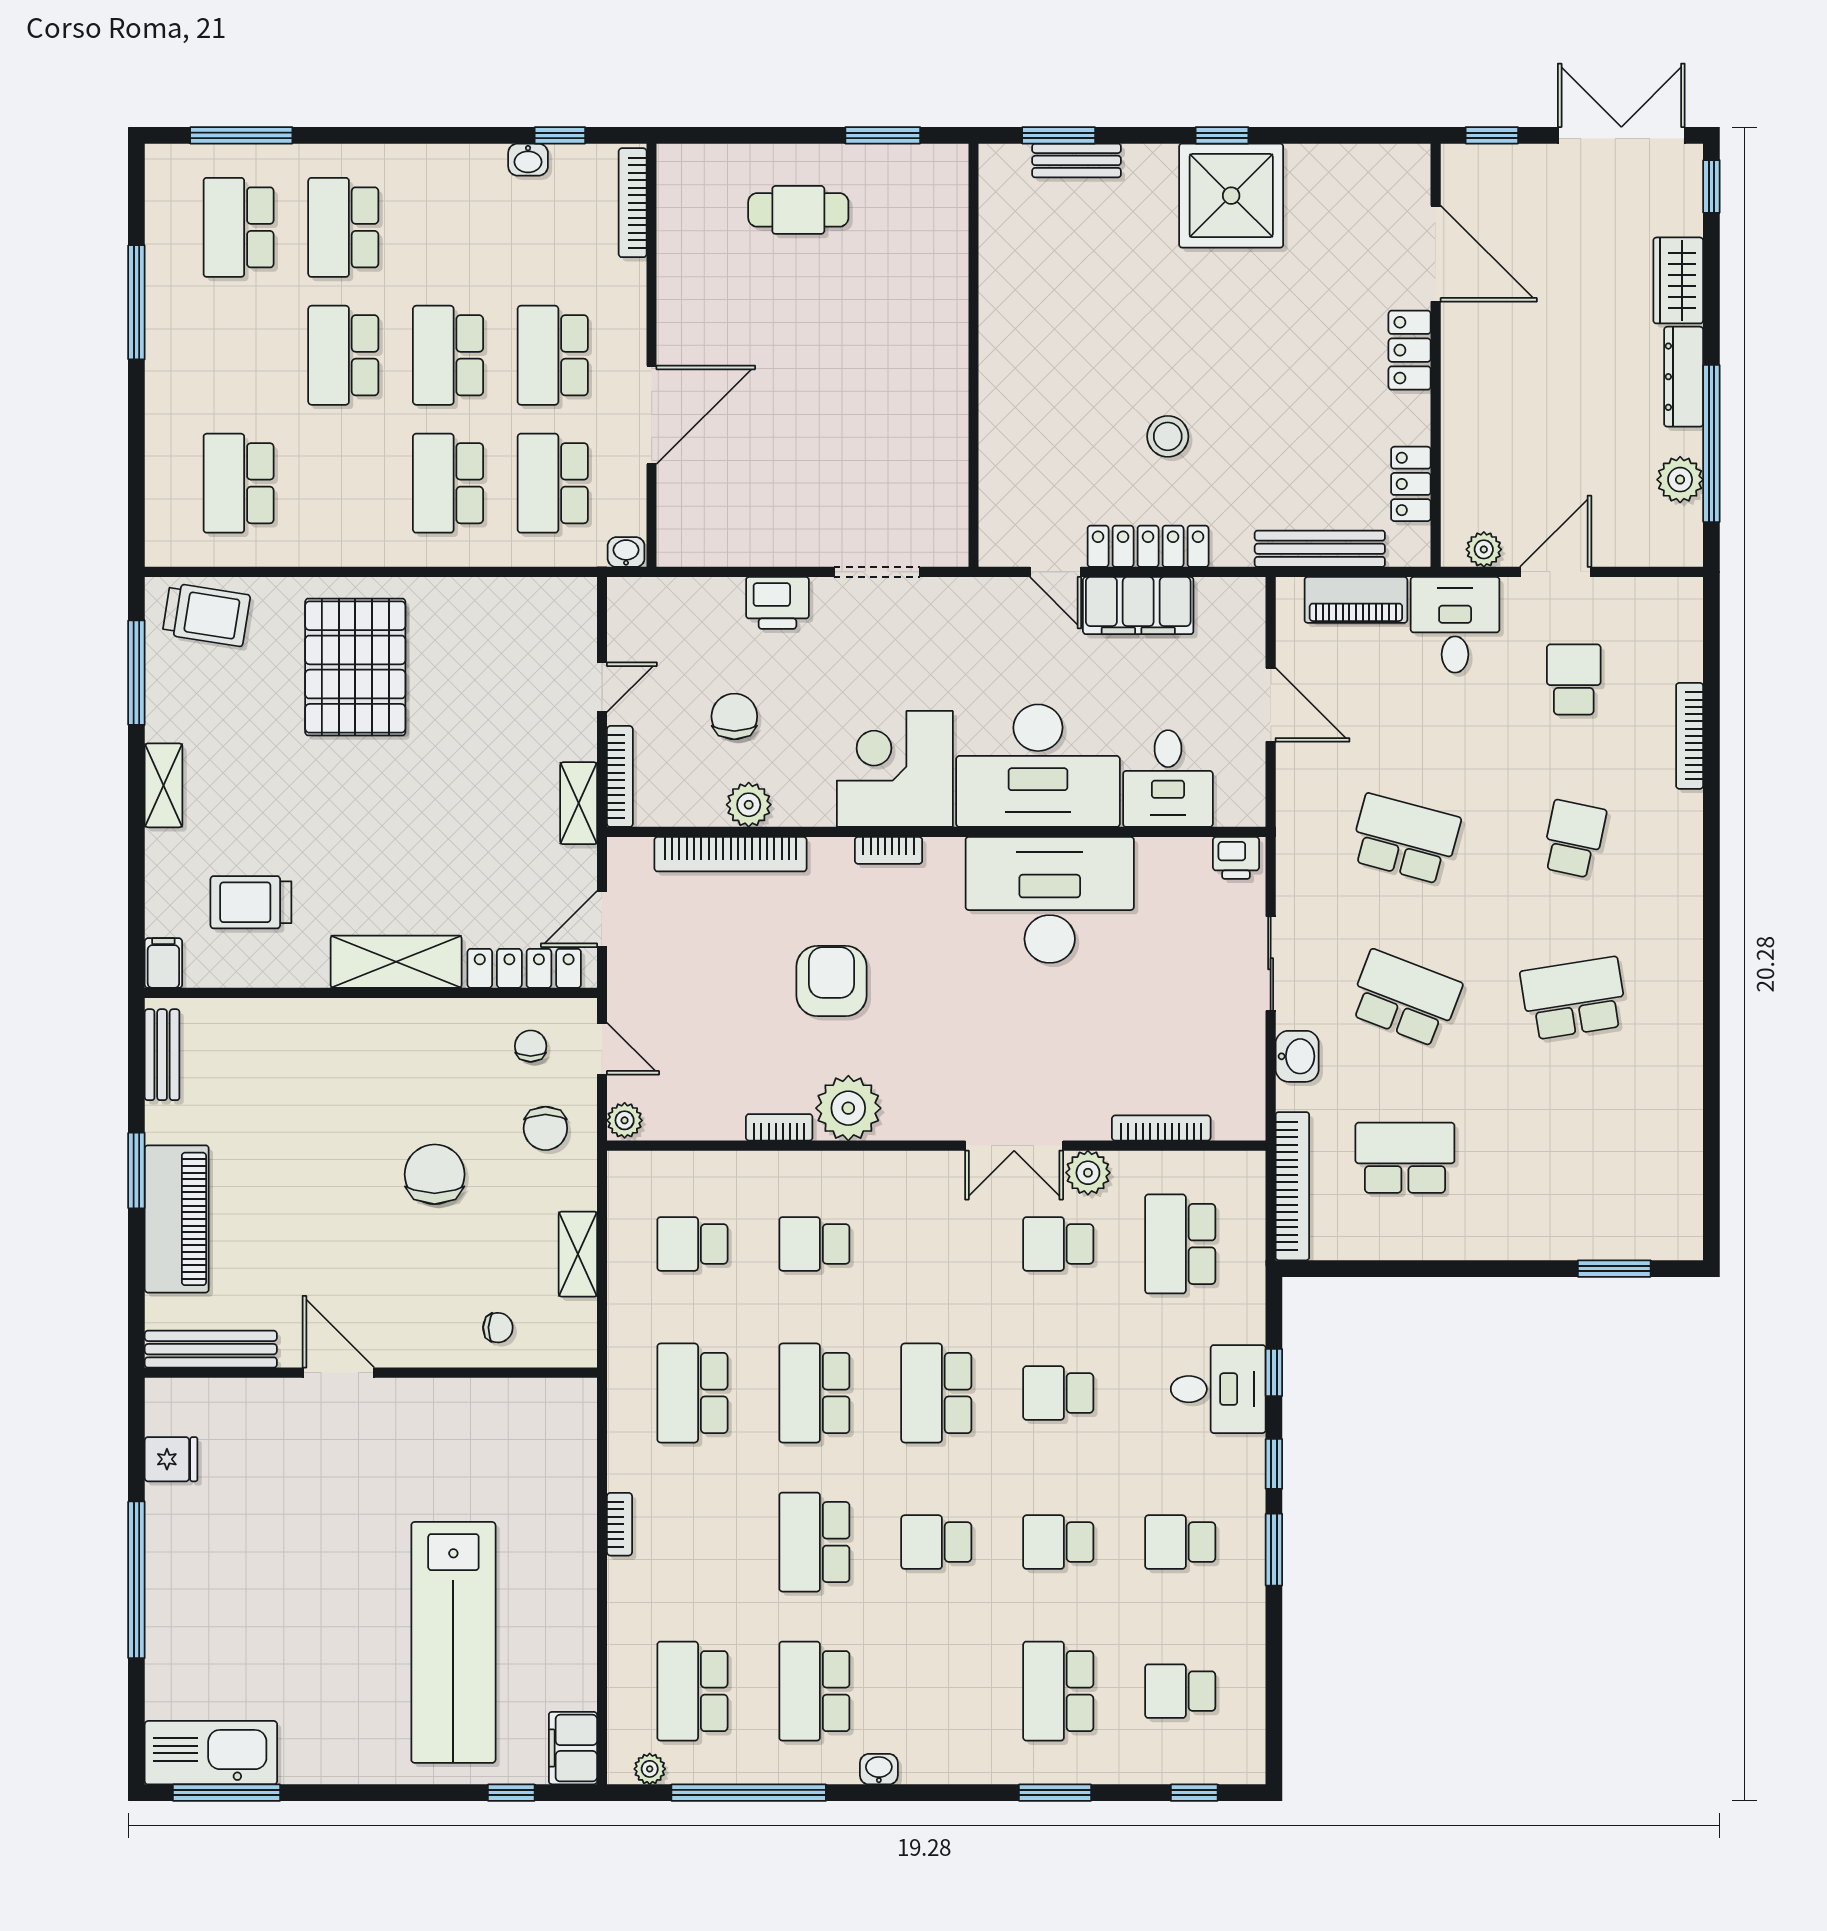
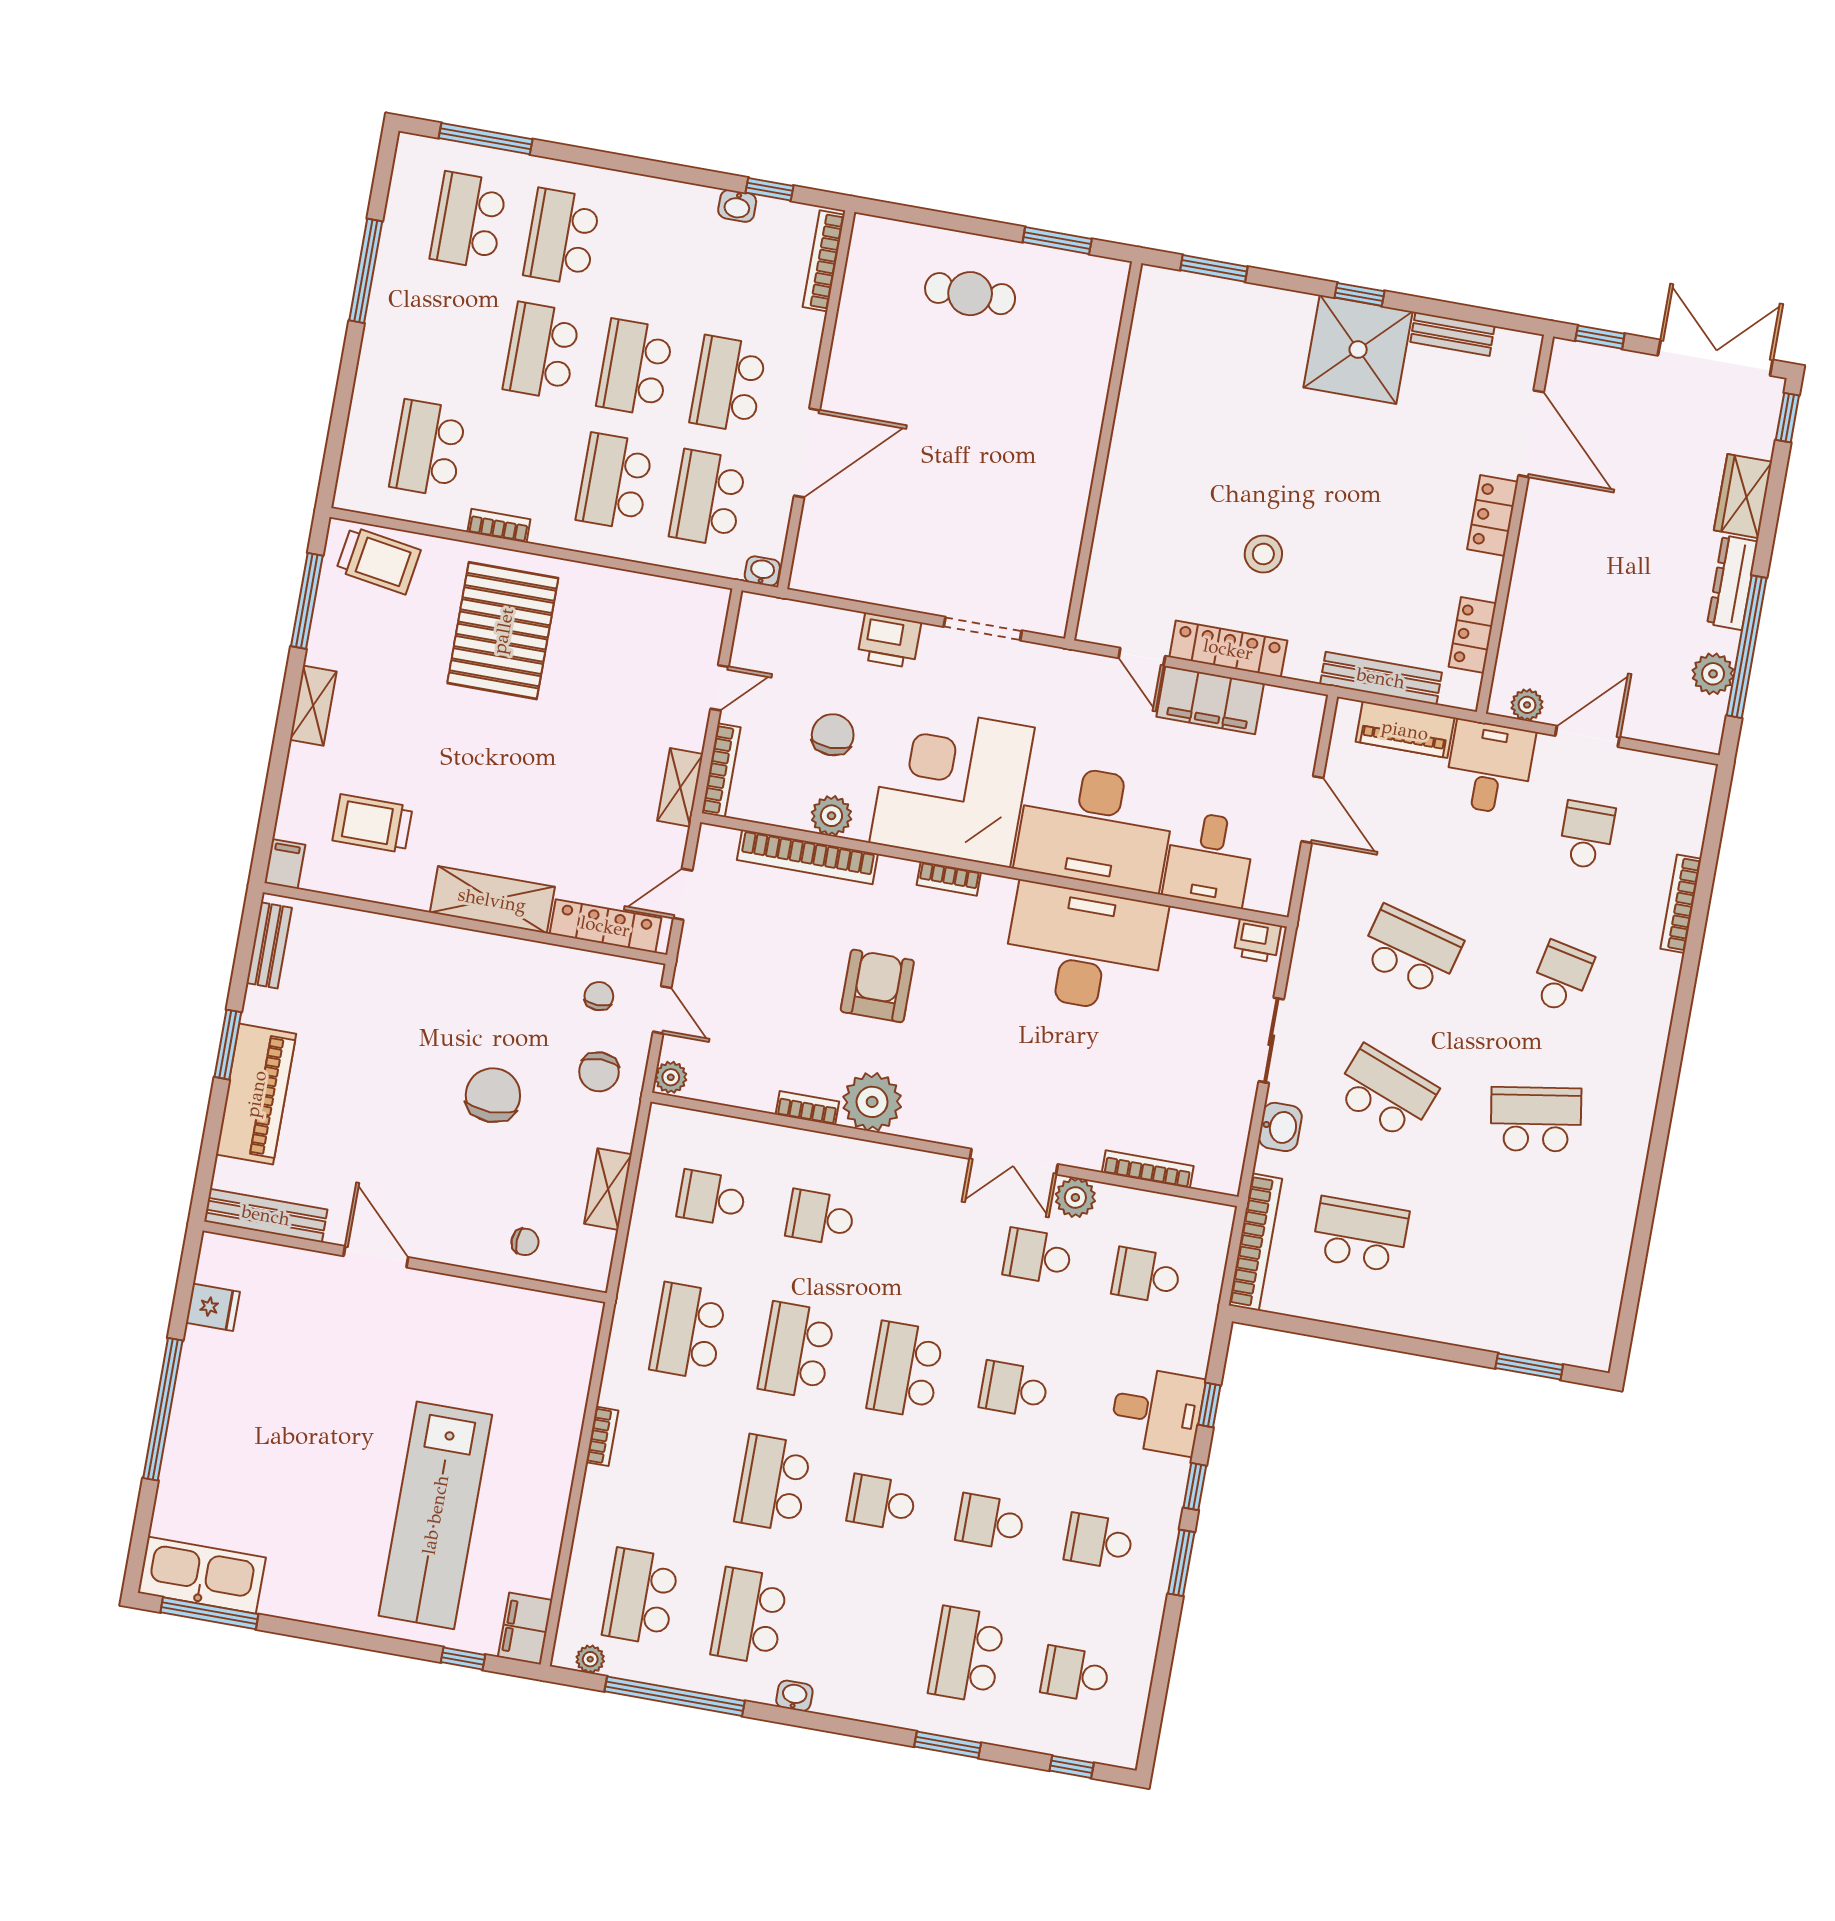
bench: (1077, 160) -> (1452, 334), moved
bookcase: (331, 554) -> (499, 526), added
corner desk: (895, 769) -> (952, 785), width x1.36, depth x1.36
school desk: (1180, 1244) -> (1146, 1276), width x0.54

